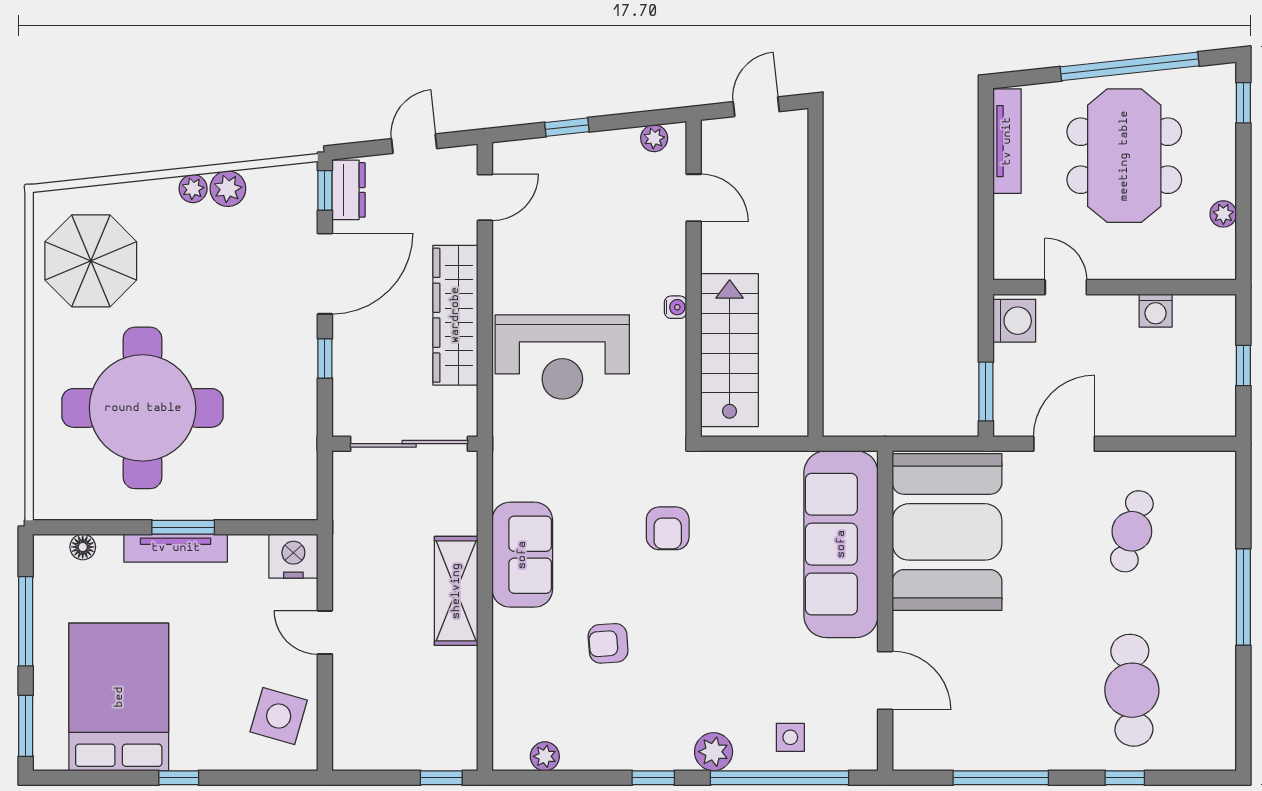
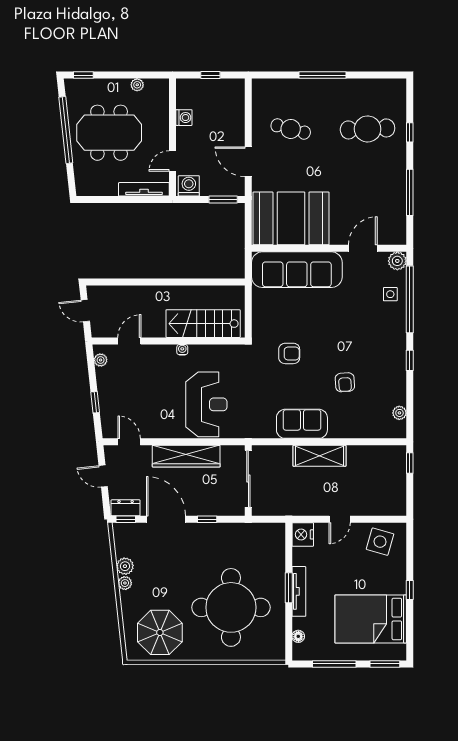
tv unit: (1007, 141) -> (144, 189), moved
plant: (714, 752) -> (397, 261), moved

